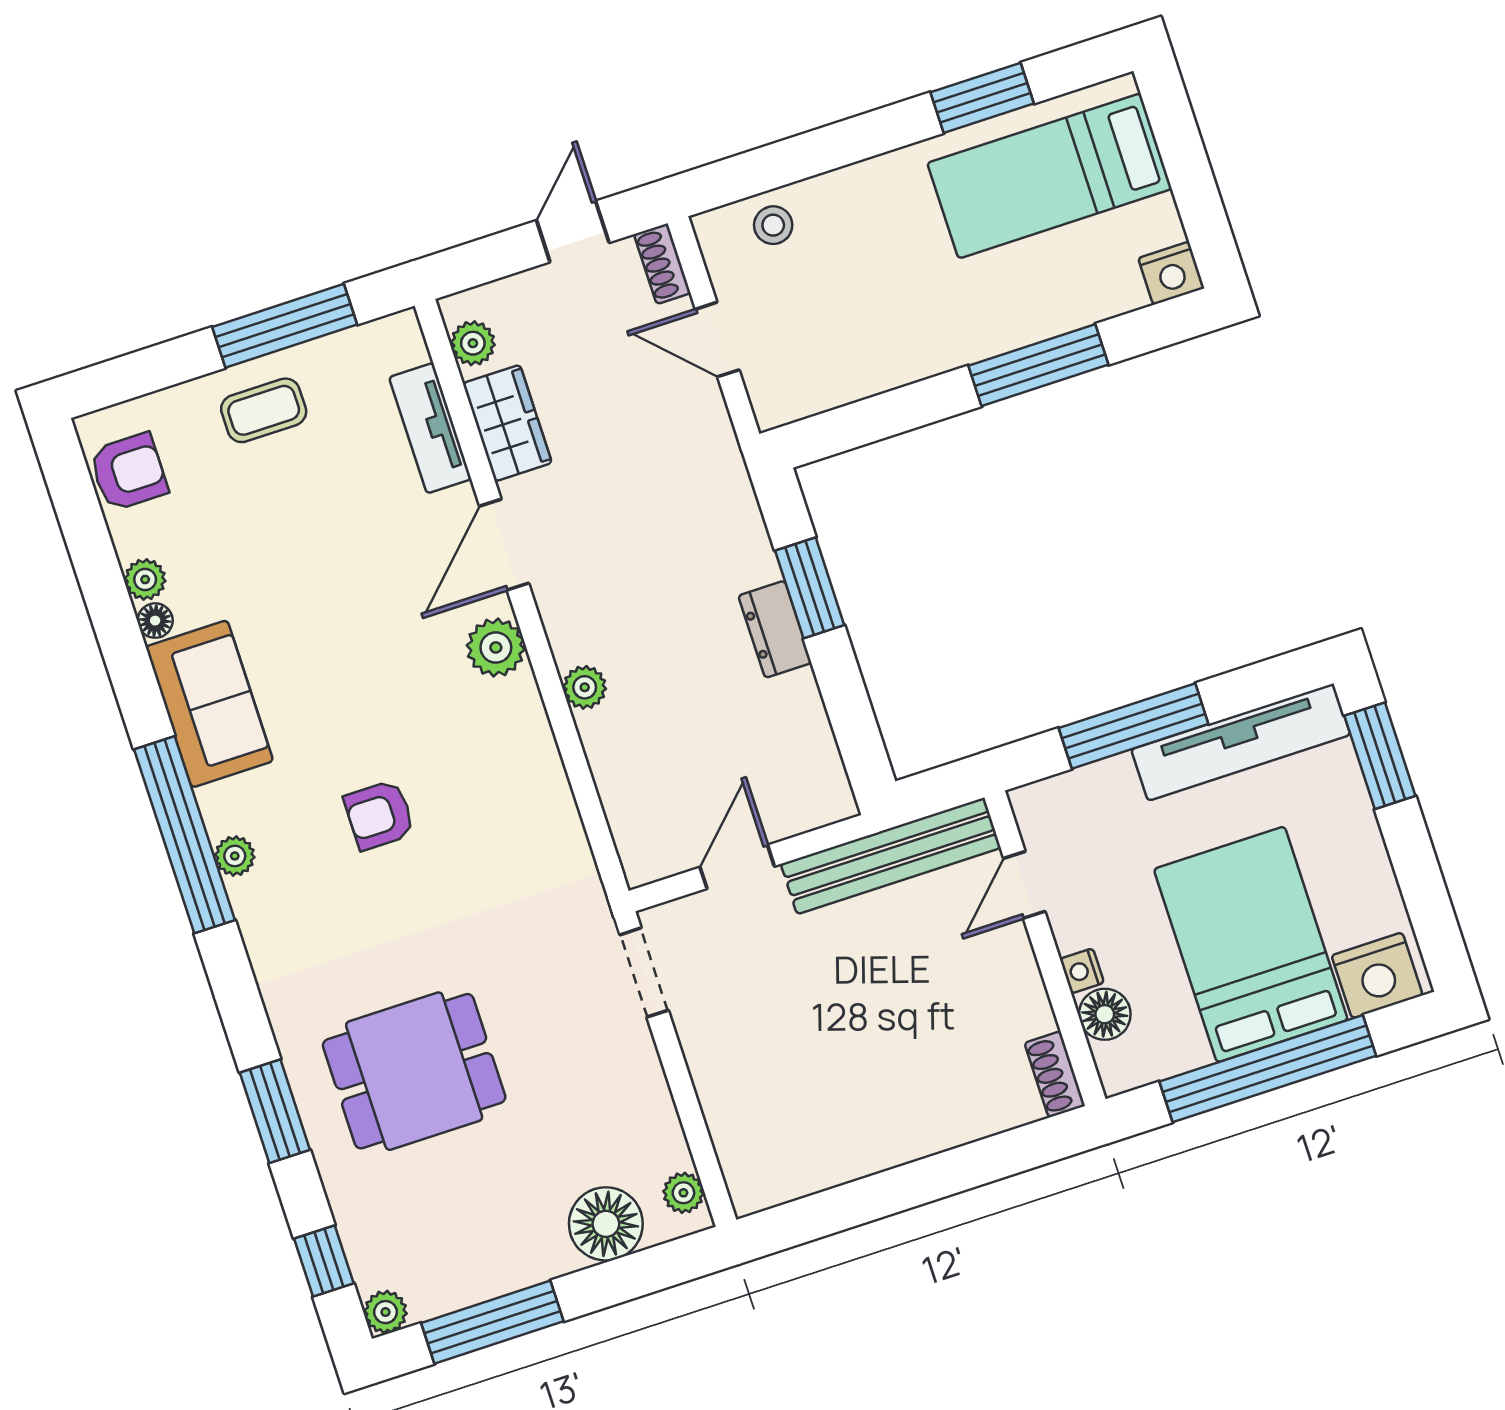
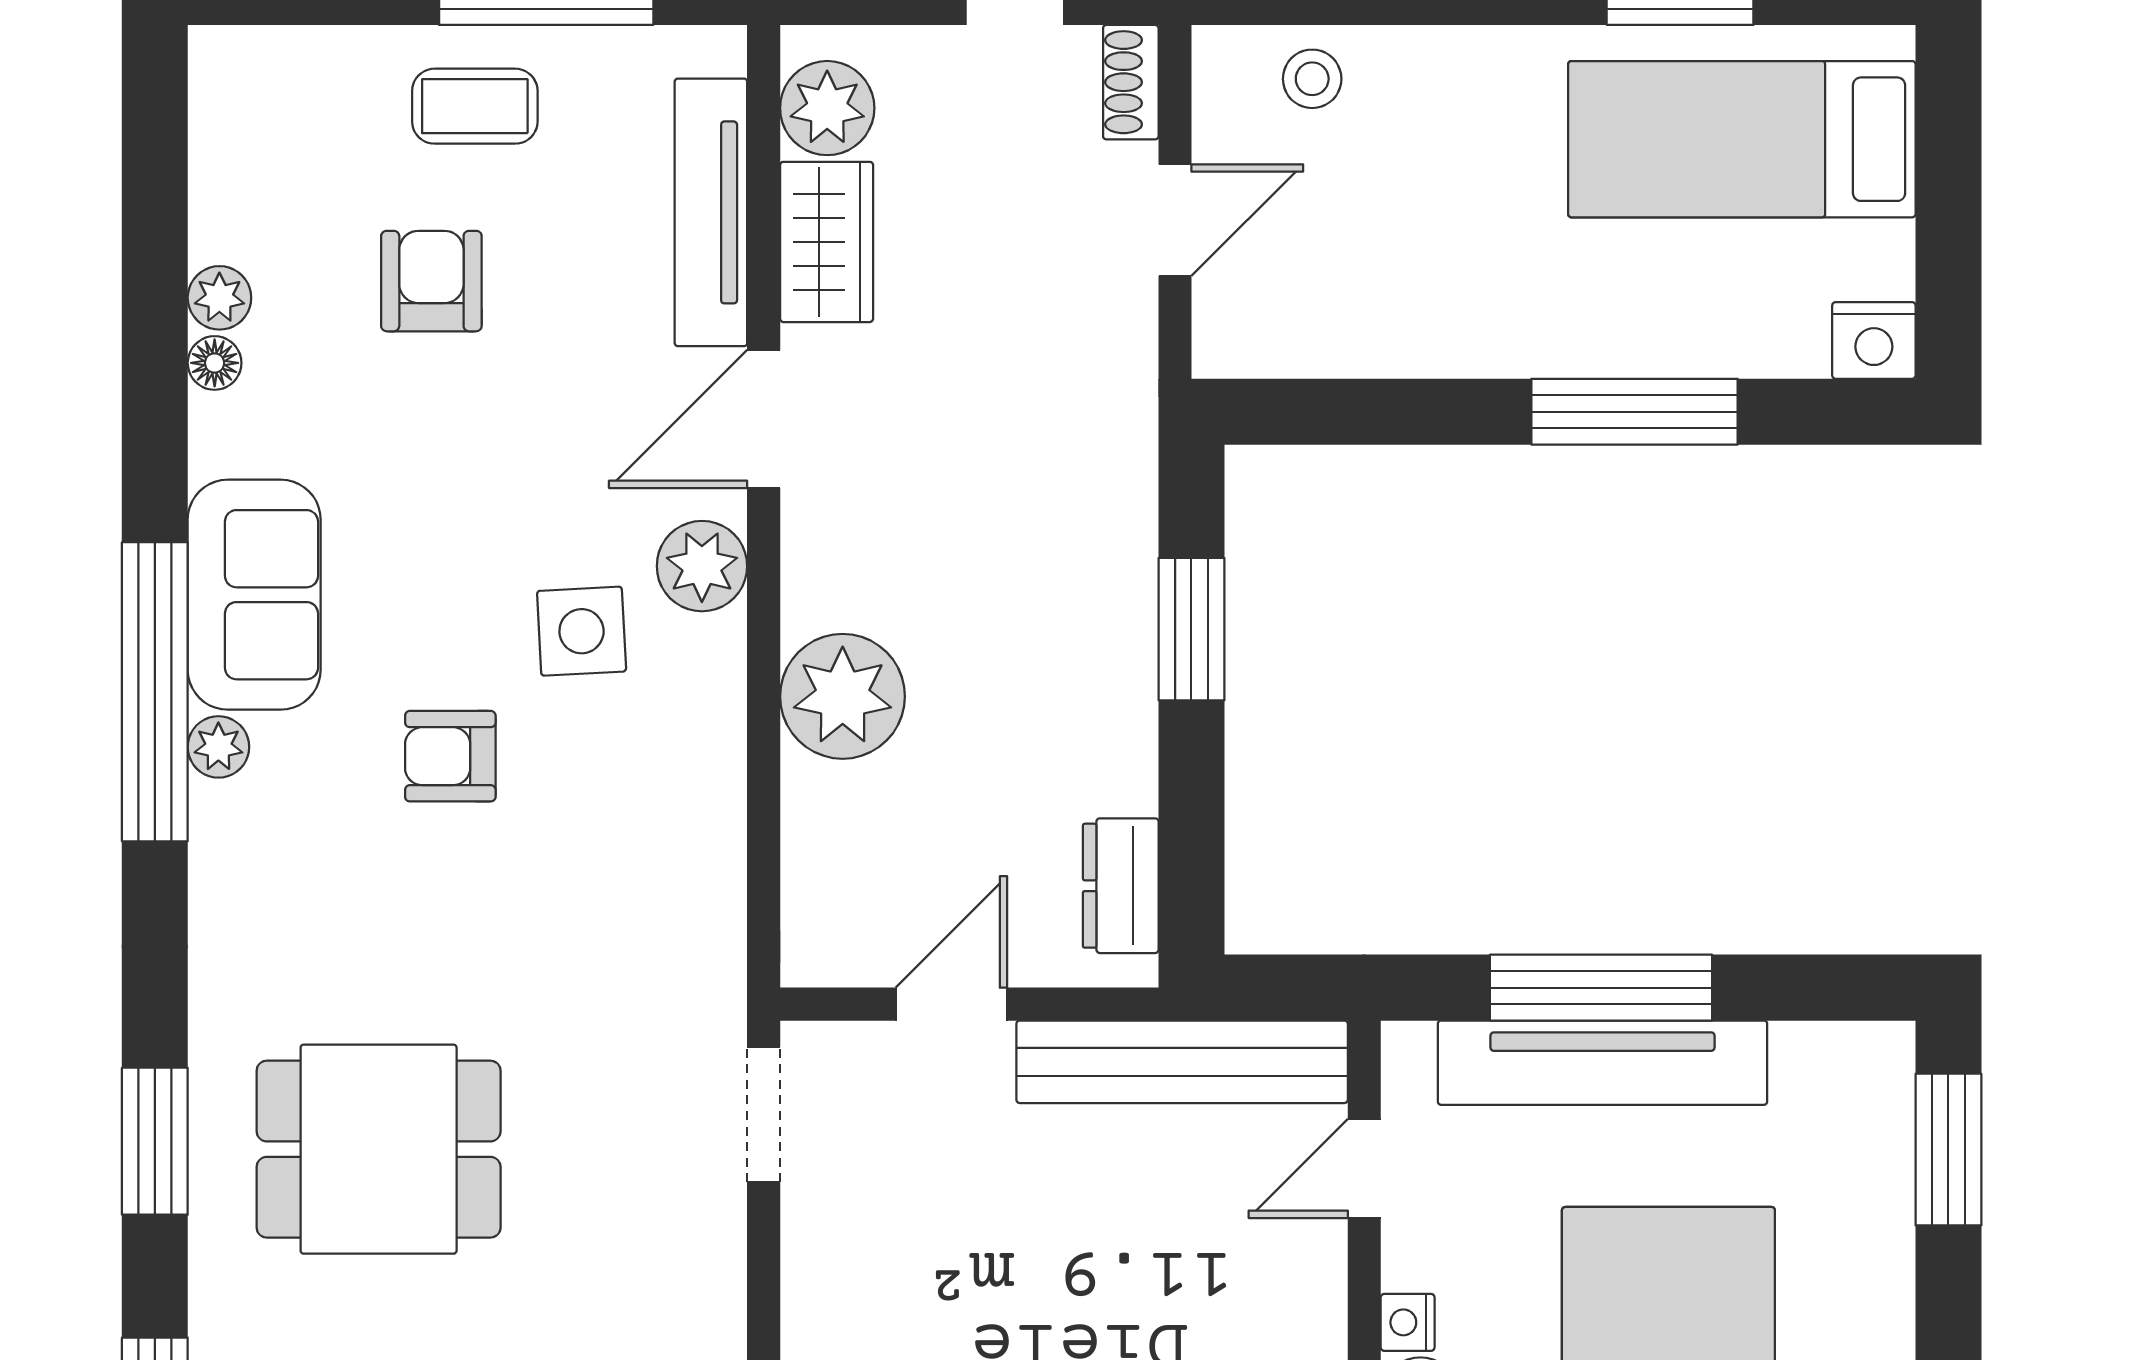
door: (717, 340) -> (1175, 220), swing flipped
plant: (473, 343) -> (827, 108), width x1.38, depth x1.38
tv unit: (430, 428) -> (711, 212), width x1.41
armchair: (129, 472) -> (431, 281), moved, turned -90
dresser: (775, 629) -> (1121, 886), moved
plant: (585, 687) -> (843, 696), width x1.88, depth x1.88
sofa: (209, 704) -> (254, 595), moved
side table: (435, 712) -> (582, 631), added
tv unit: (1241, 742) -> (1603, 1063), moved

